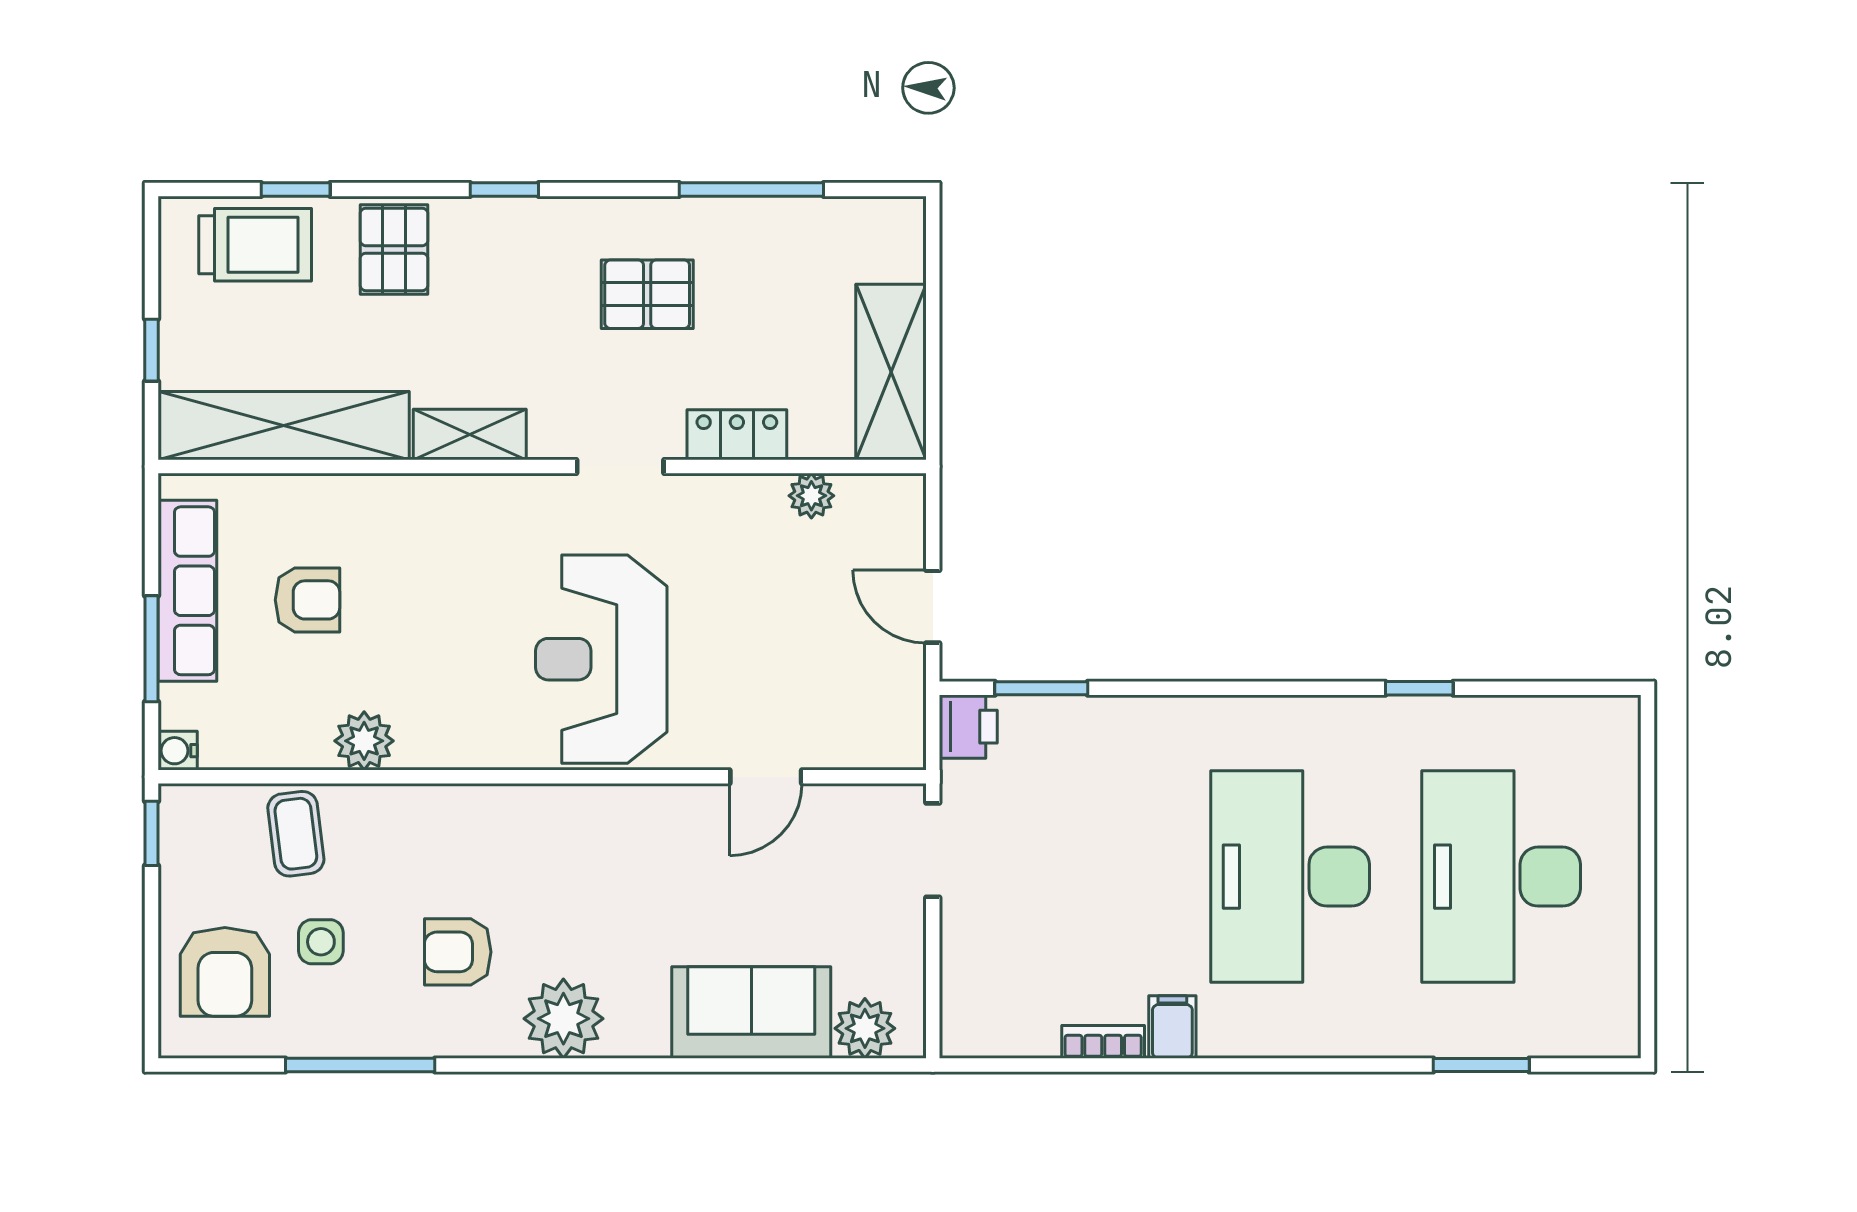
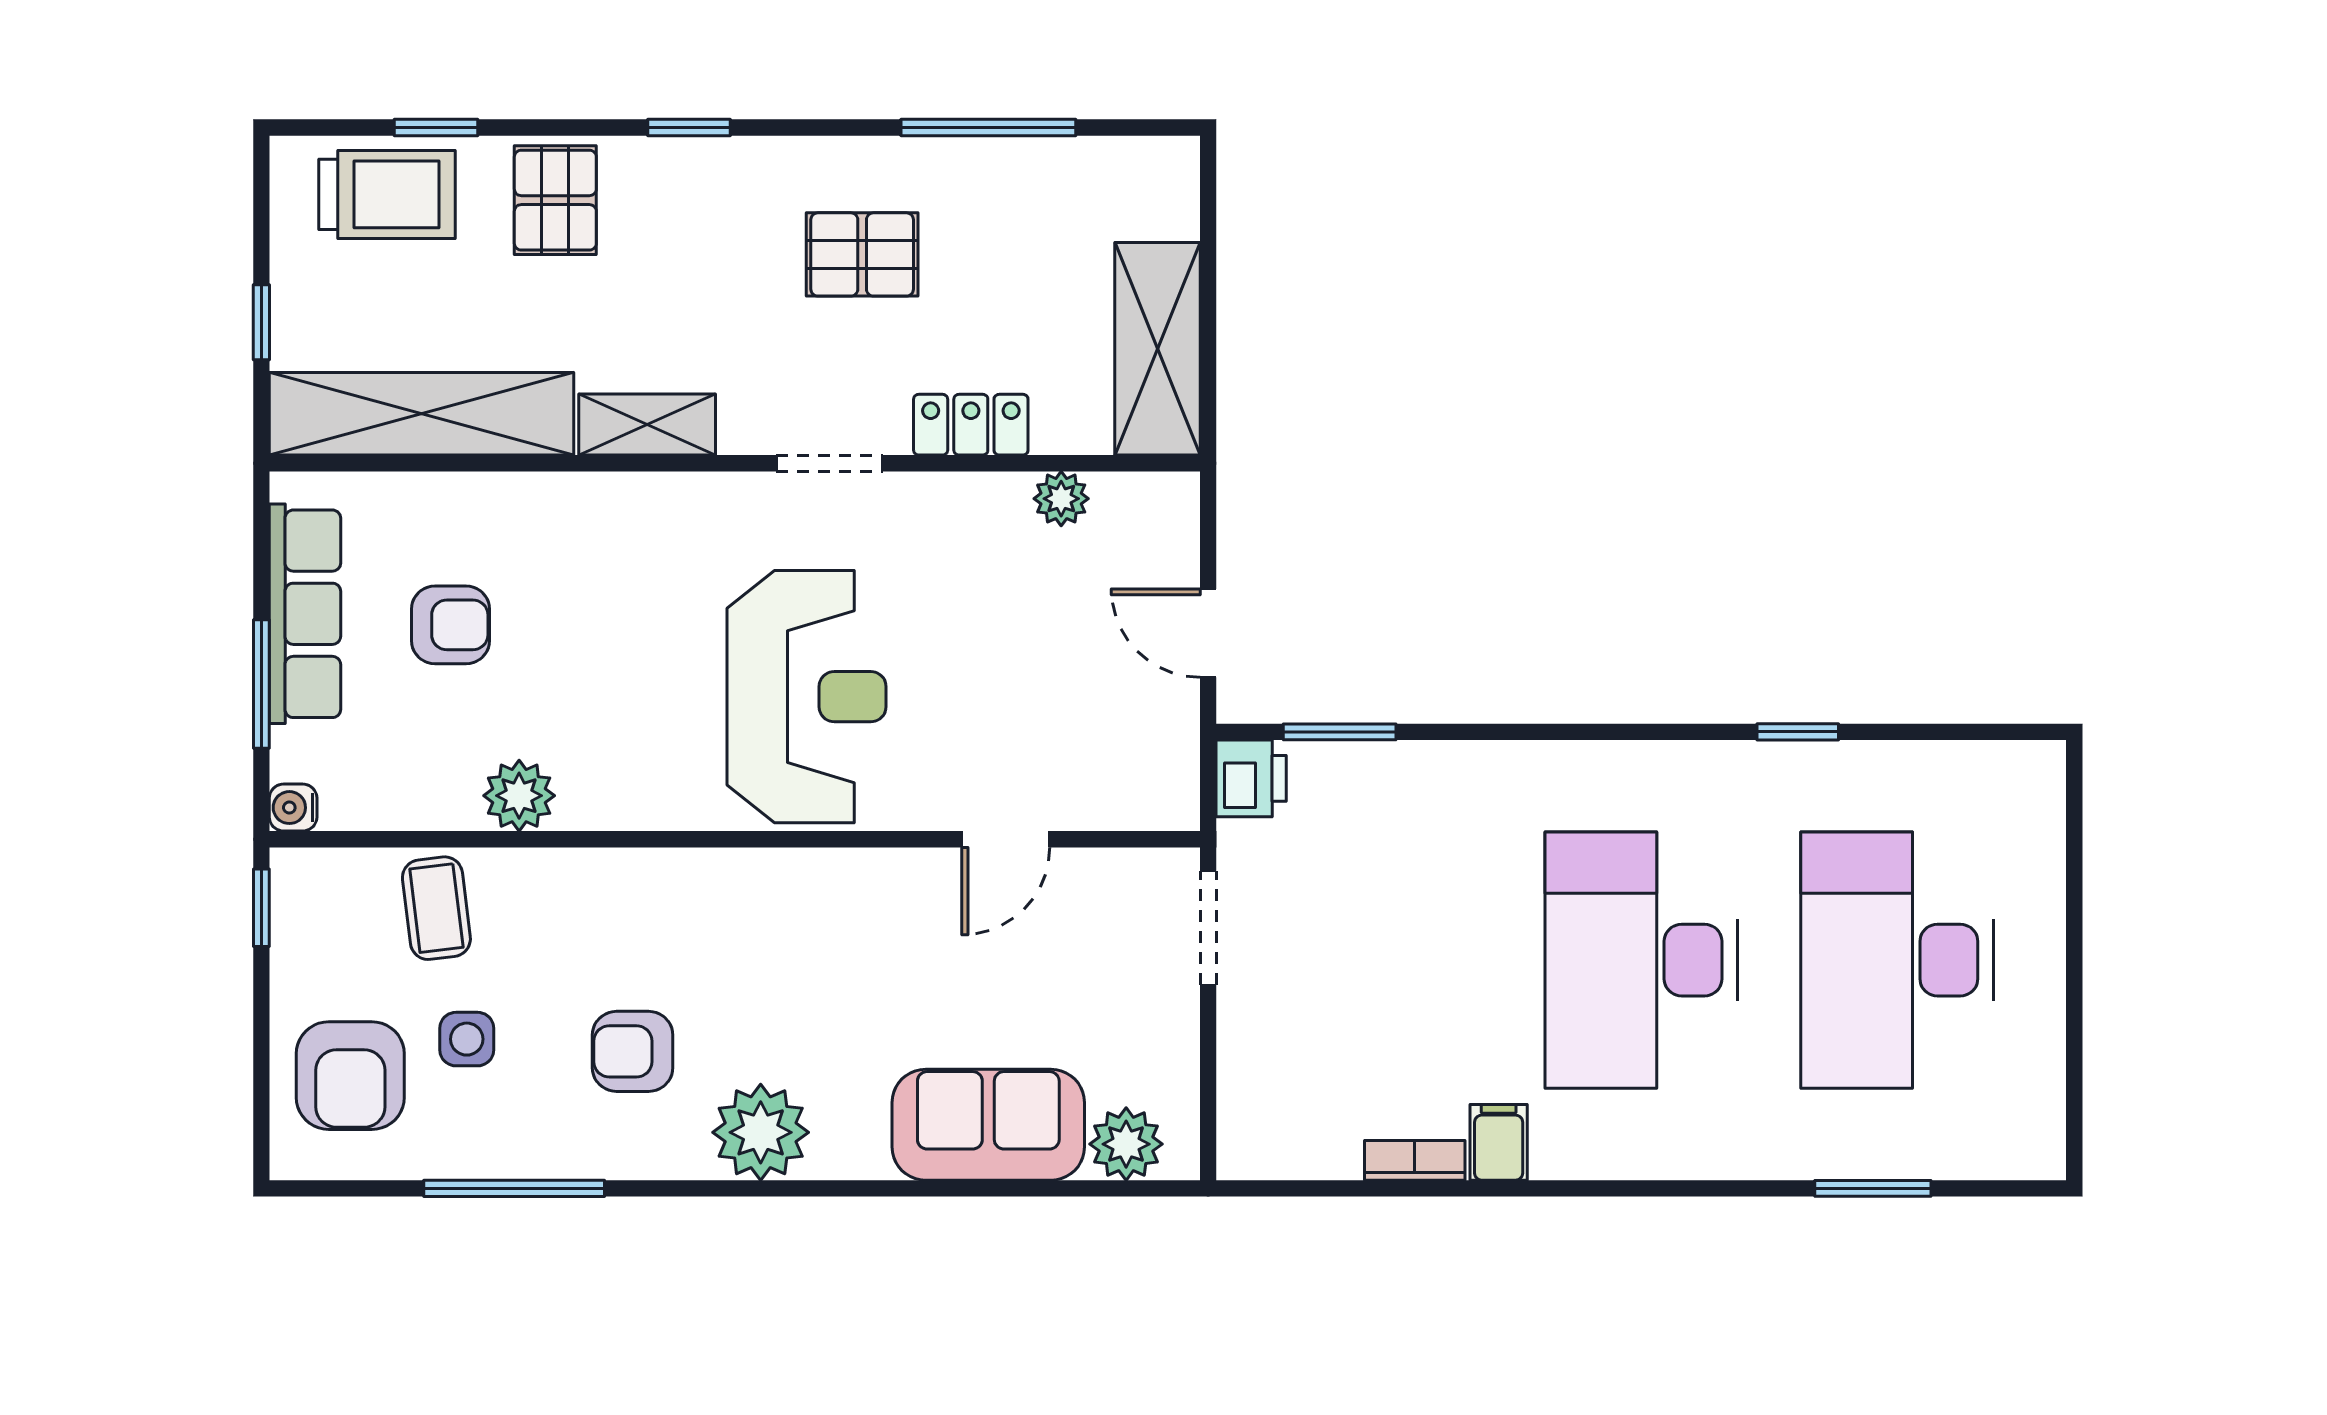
reception desk: (601, 659) -> (806, 697), turned 180

